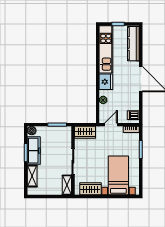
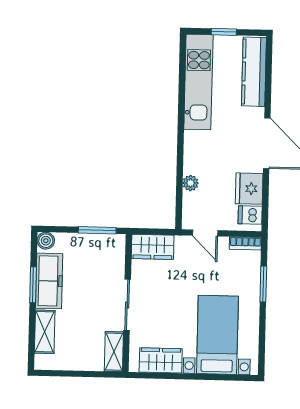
fridge: (106, 82) -> (249, 189), moved, turned 180
door: (111, 125) -> (205, 233), swing flipped

